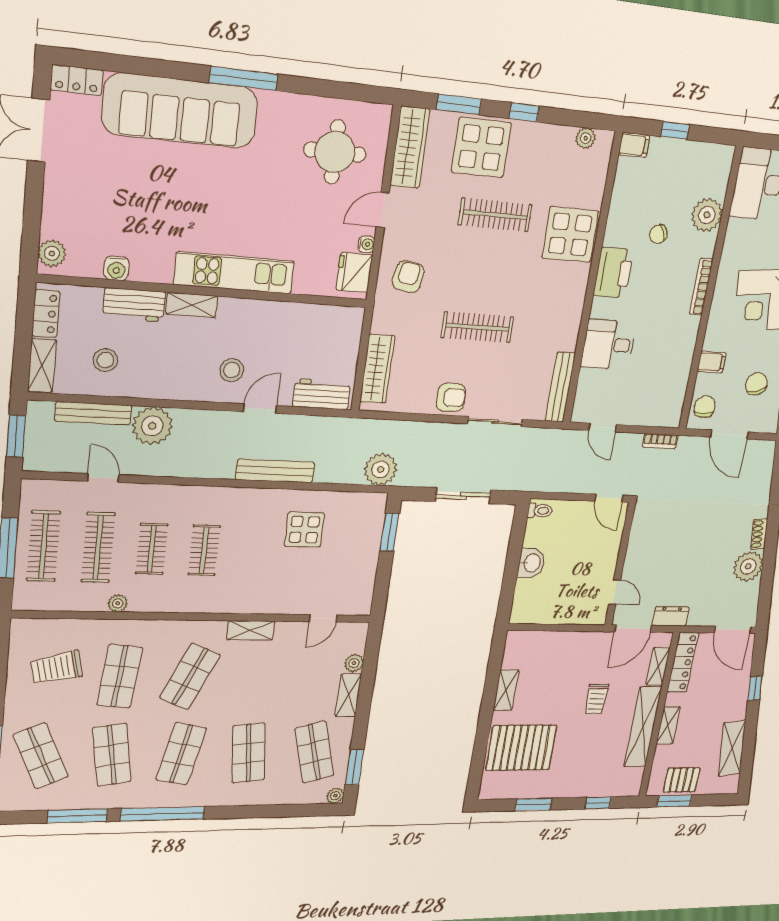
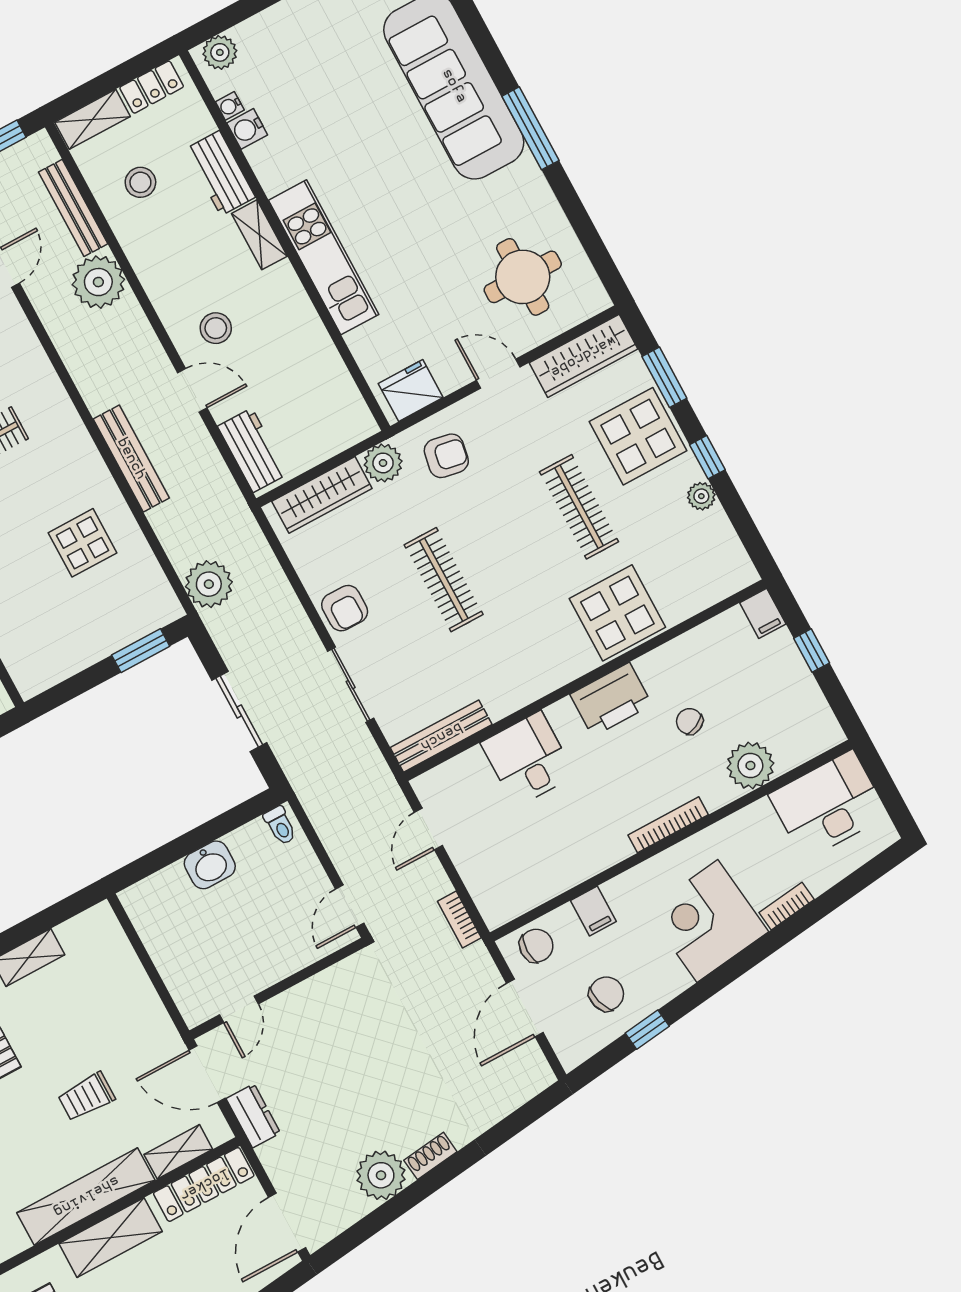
plant: (586, 138) -> (701, 496), moved
water cooler: (366, 244) -> (230, 106), moved, turned 90
plant: (385, 319) -> (383, 463), added
shelving: (668, 725) -> (111, 1238), width x1.50, depth x1.33

